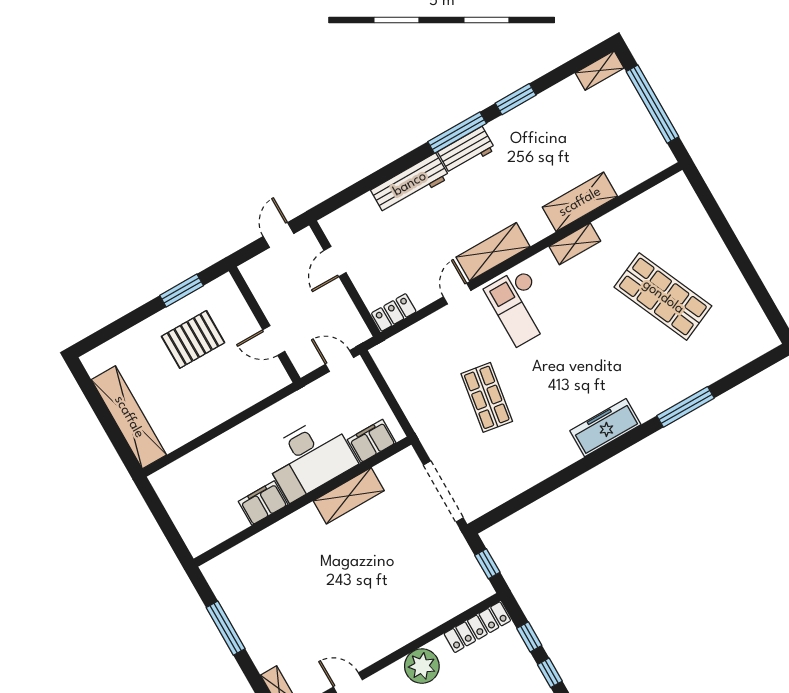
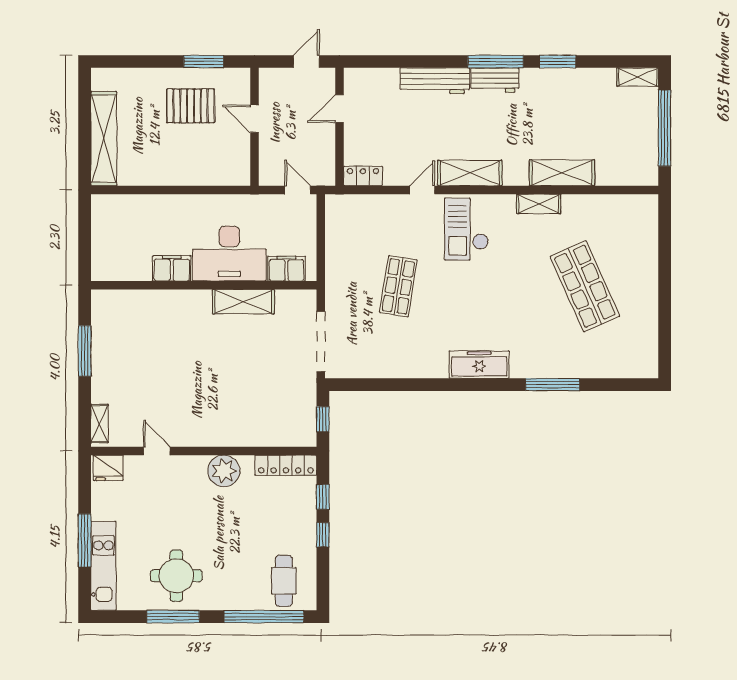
door: (274, 340) -> (254, 119), moved

